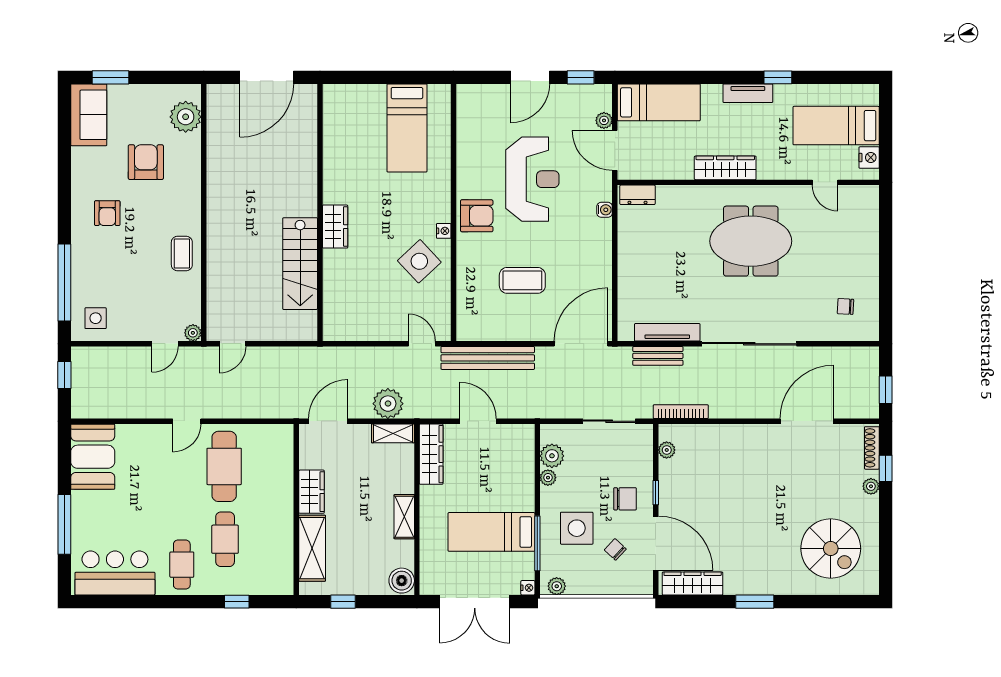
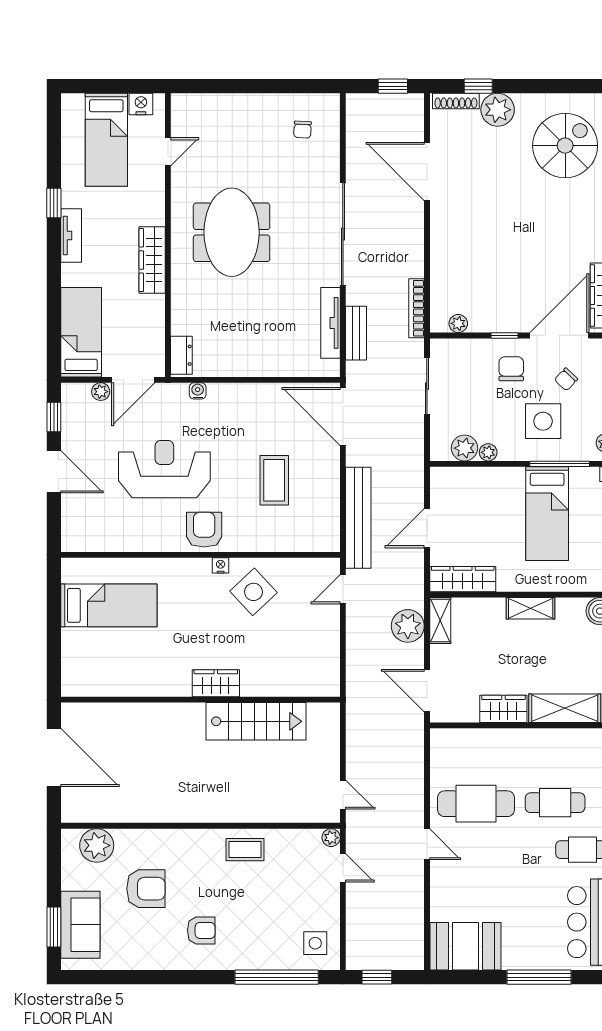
sofa: (89, 115) -> (80, 925), moved, turned 90
armchair: (146, 162) -> (146, 889), turned 180
plant: (871, 486) -> (498, 110), width x1.88, depth x1.88

